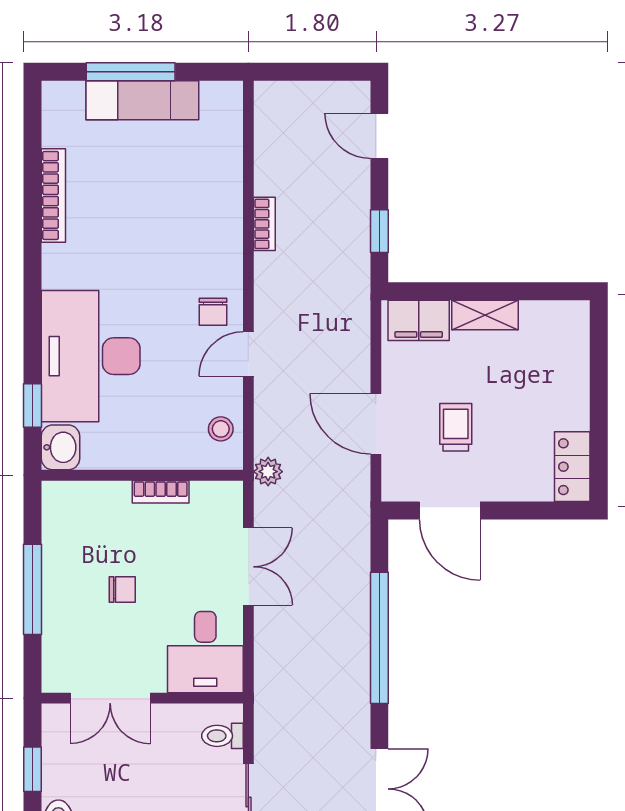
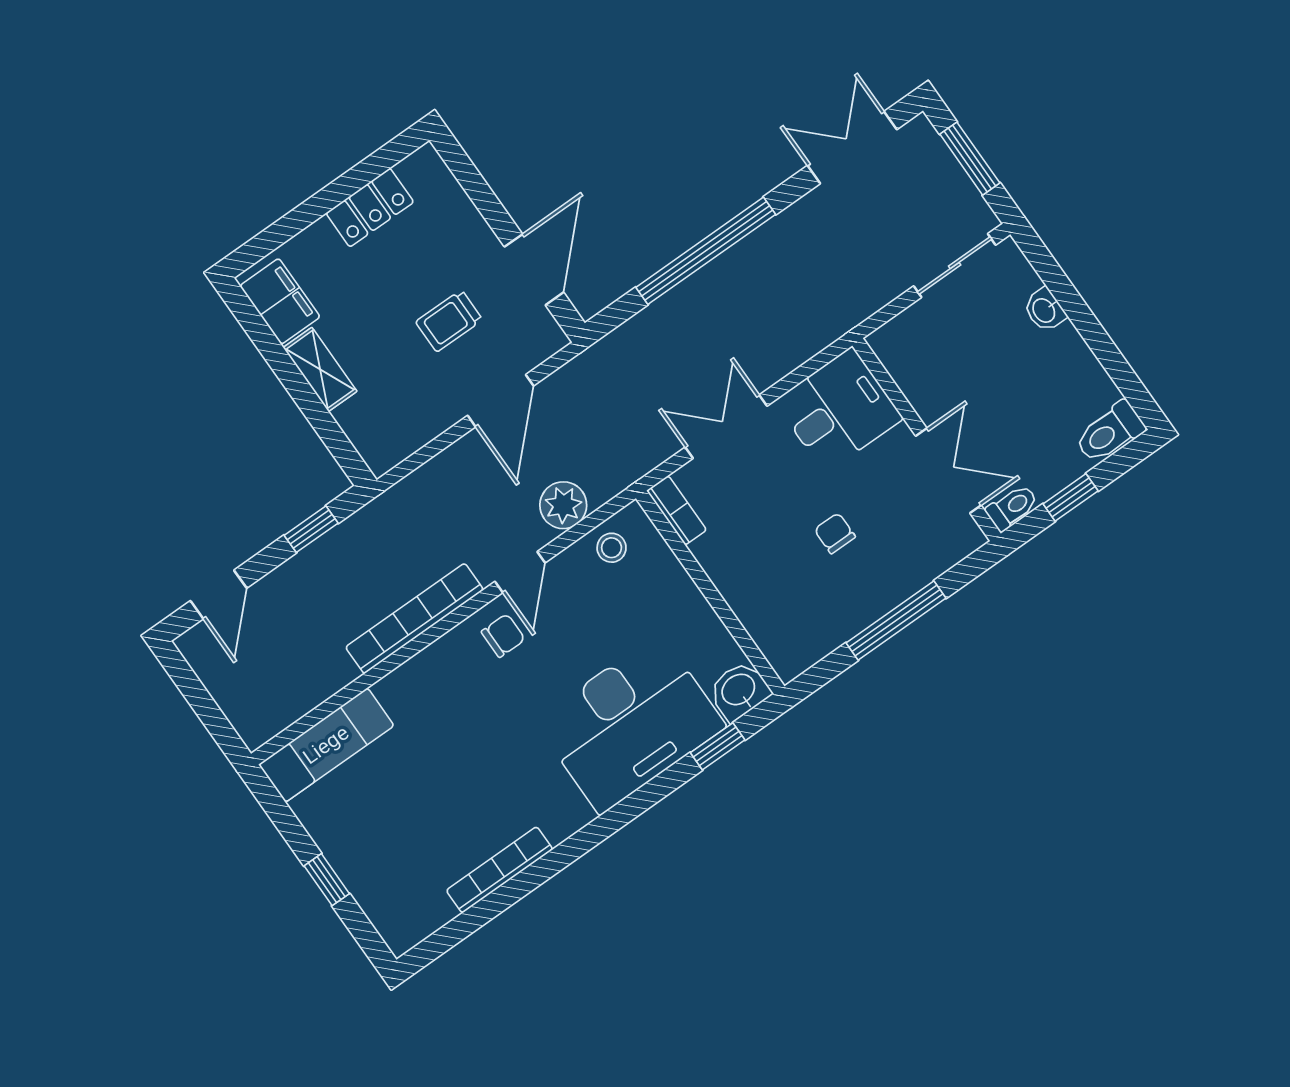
window: (131, 72) -> (327, 880), width x0.46
exam couch: (142, 100) -> (326, 745), moved, turned 90
bookcase: (264, 224) -> (414, 618), width x2.31, depth x1.31
filing cabinet: (419, 320) -> (280, 301), moved
door: (248, 354) -> (520, 572), hinge flipped
locker: (572, 467) -> (370, 208), moved
plant: (268, 472) -> (563, 505), moved, width x1.38, depth x1.38
bookcase: (161, 492) -> (677, 510), moved
toilet: (222, 736) -> (1012, 507), moved, turned -90

